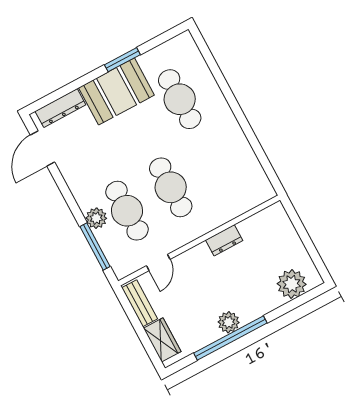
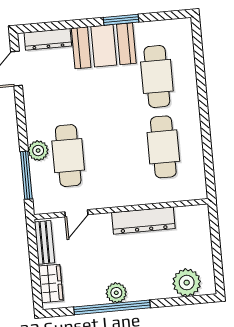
cafe table: (171, 187) -> (163, 147), moved
dresser: (224, 240) -> (143, 221), width x1.96, depth x1.24

